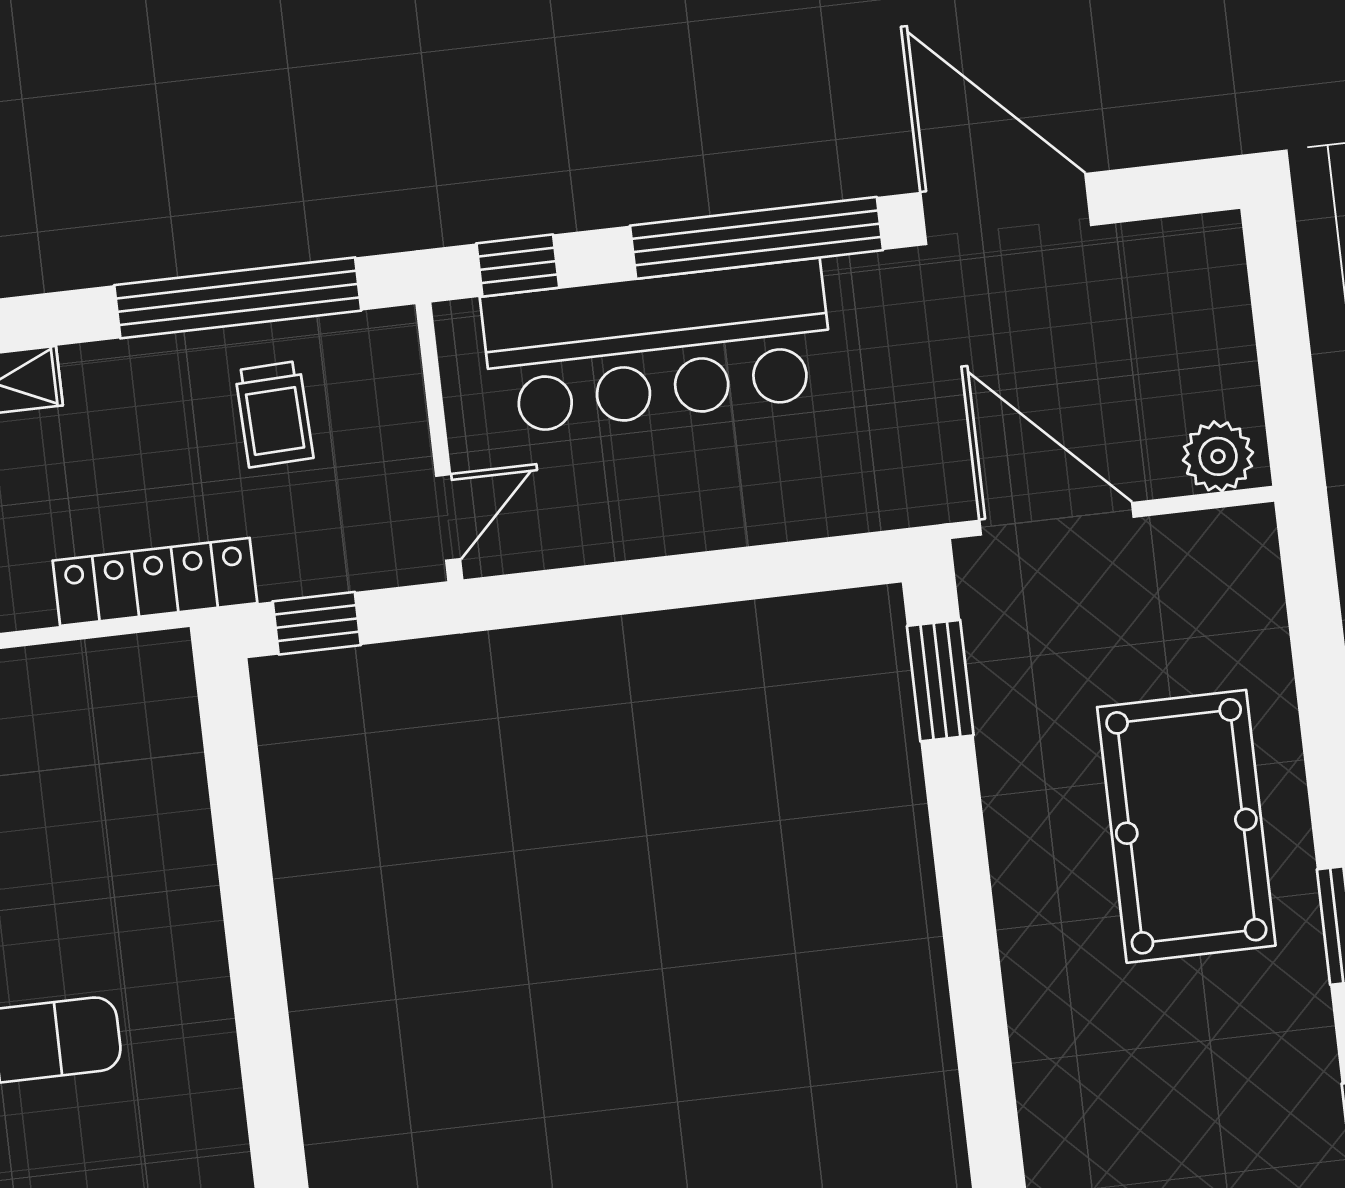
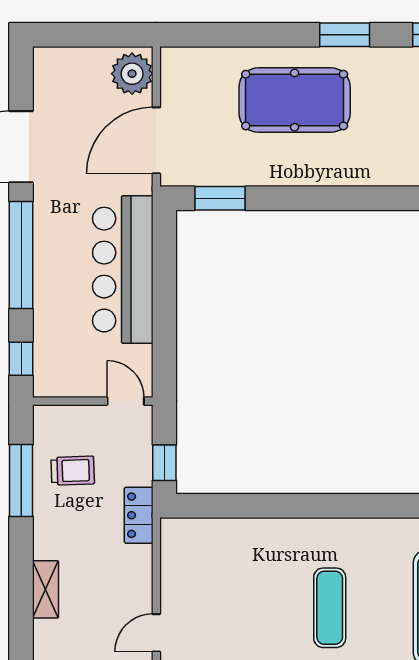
window: (238, 298) -> (21, 480), width x0.68
bar counter: (658, 346) -> (123, 270), moved, turned 180
plant: (1218, 456) -> (132, 74), width x1.36, depth x1.36
locker: (155, 582) -> (139, 515), width x0.66

